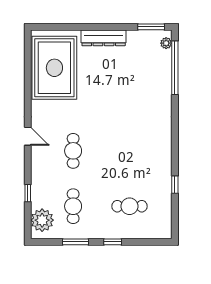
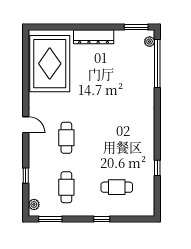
plant: (42, 220) -> (34, 205), width x0.53, depth x0.53
window: (76, 242) -> (50, 219), moved

